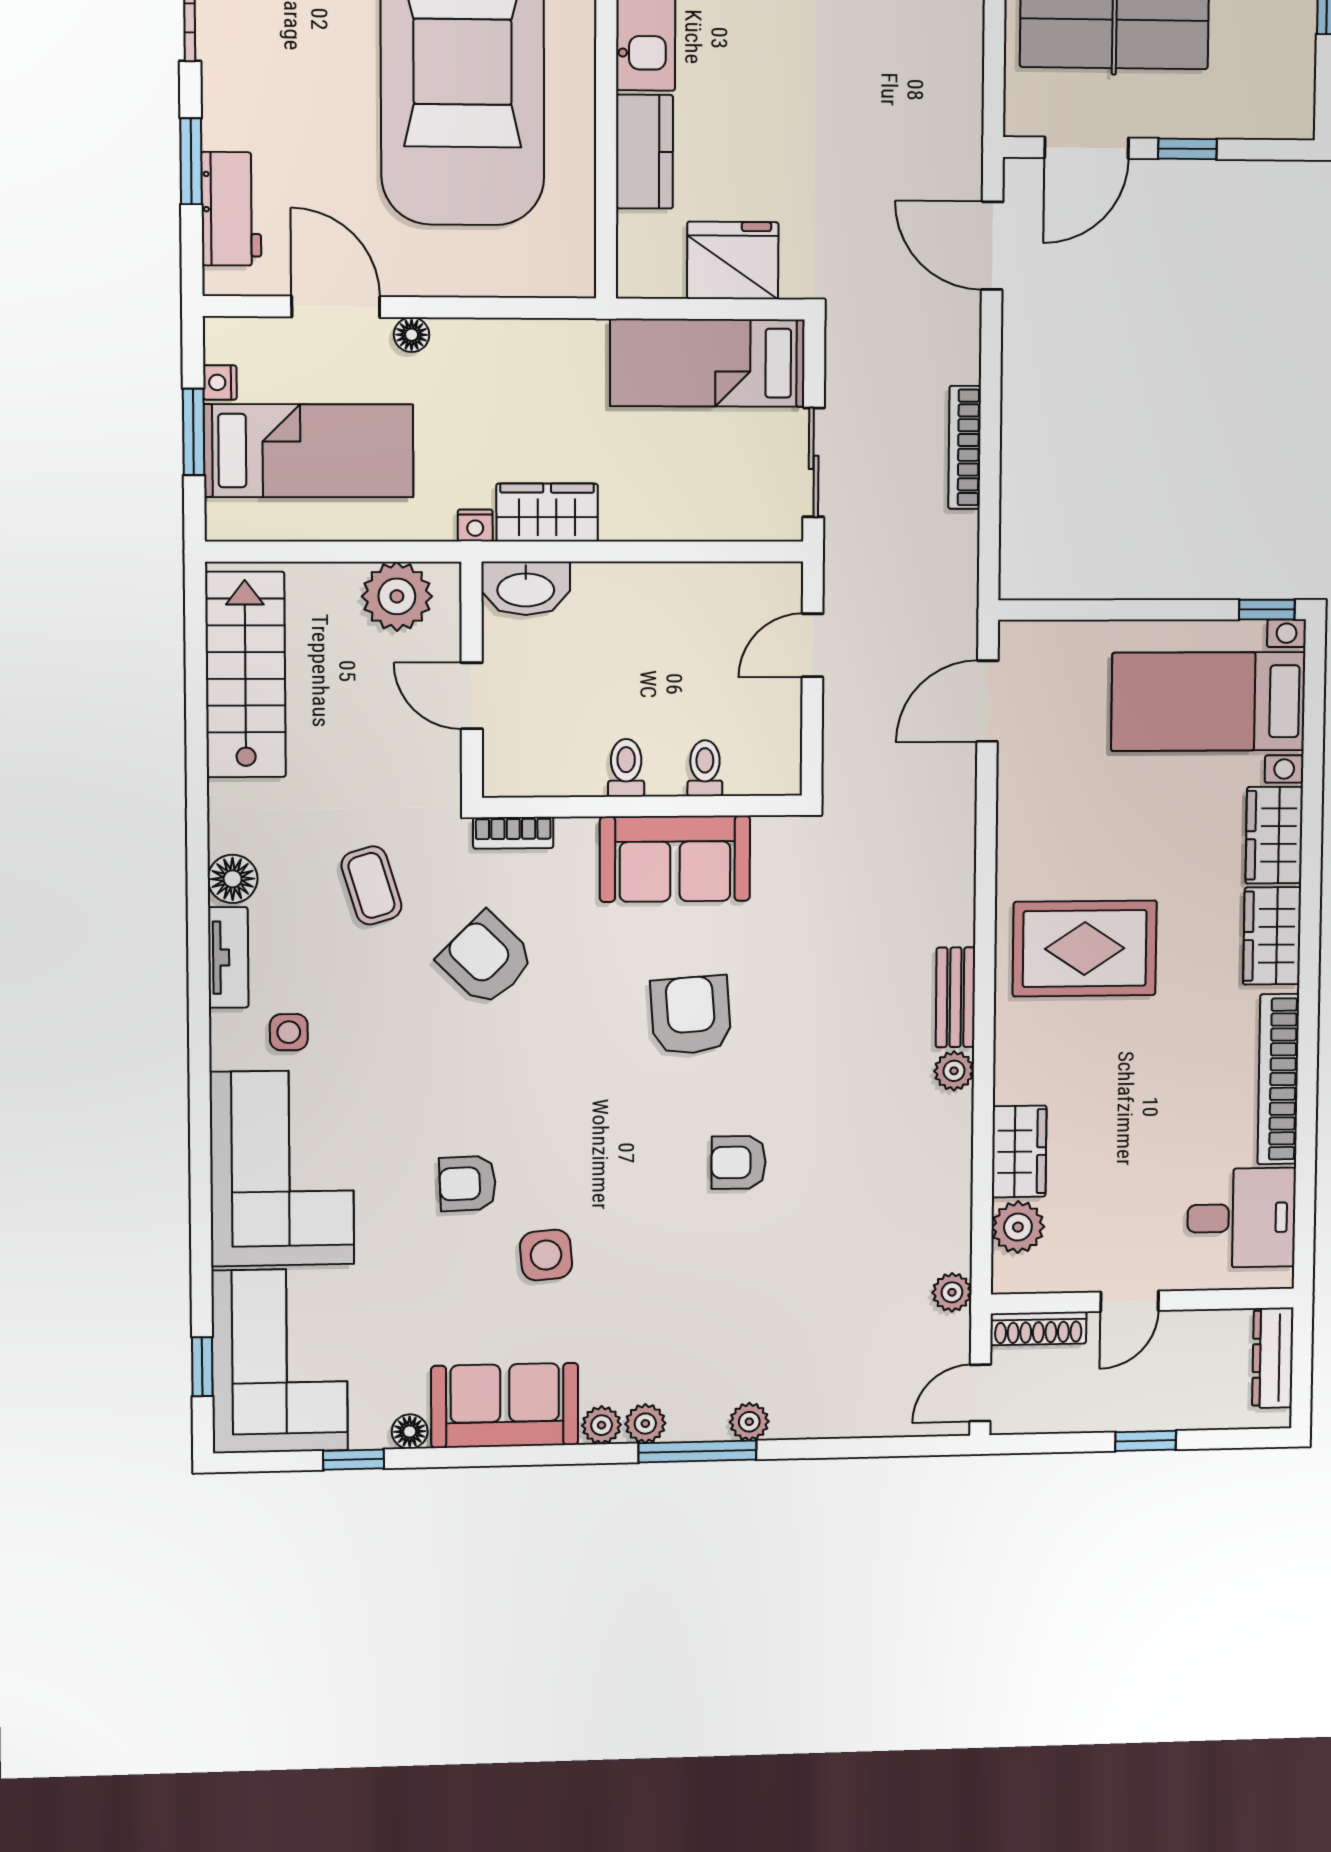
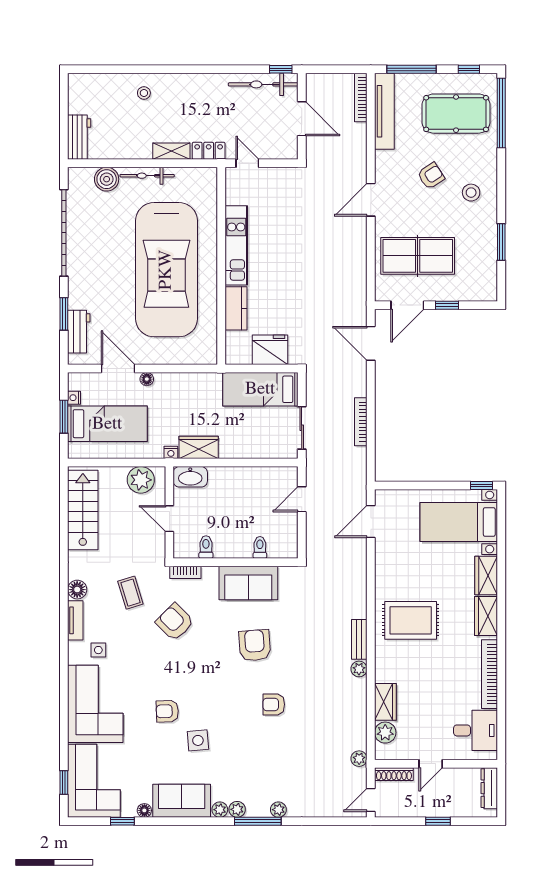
toilet: (626, 768) -> (206, 547), moved

